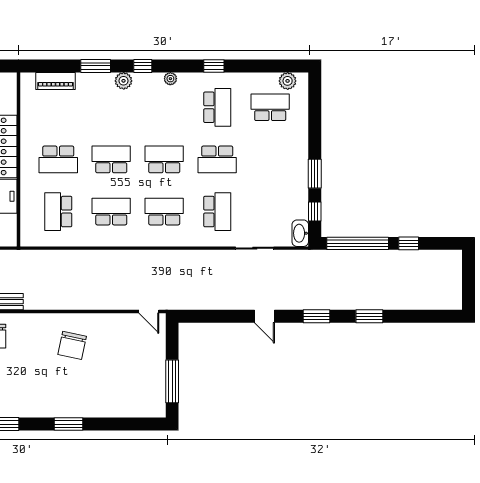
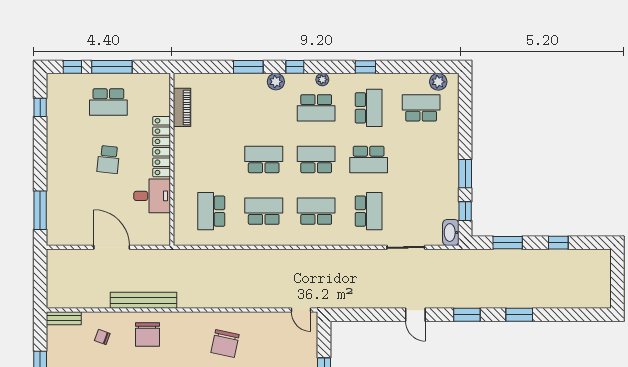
piano: (55, 81) -> (182, 107), moved, turned -90
school desk: (58, 159) -> (316, 108), moved
window: (358, 243) -> (508, 243), width x0.47

